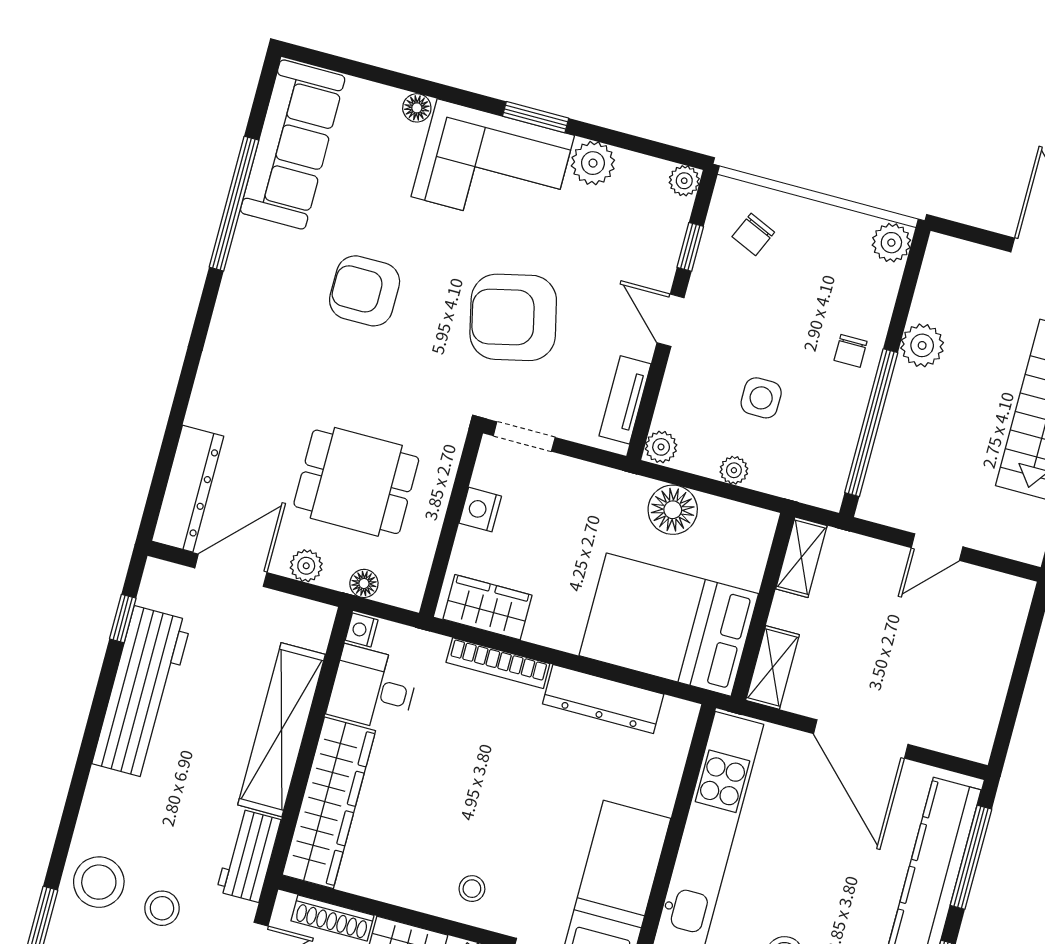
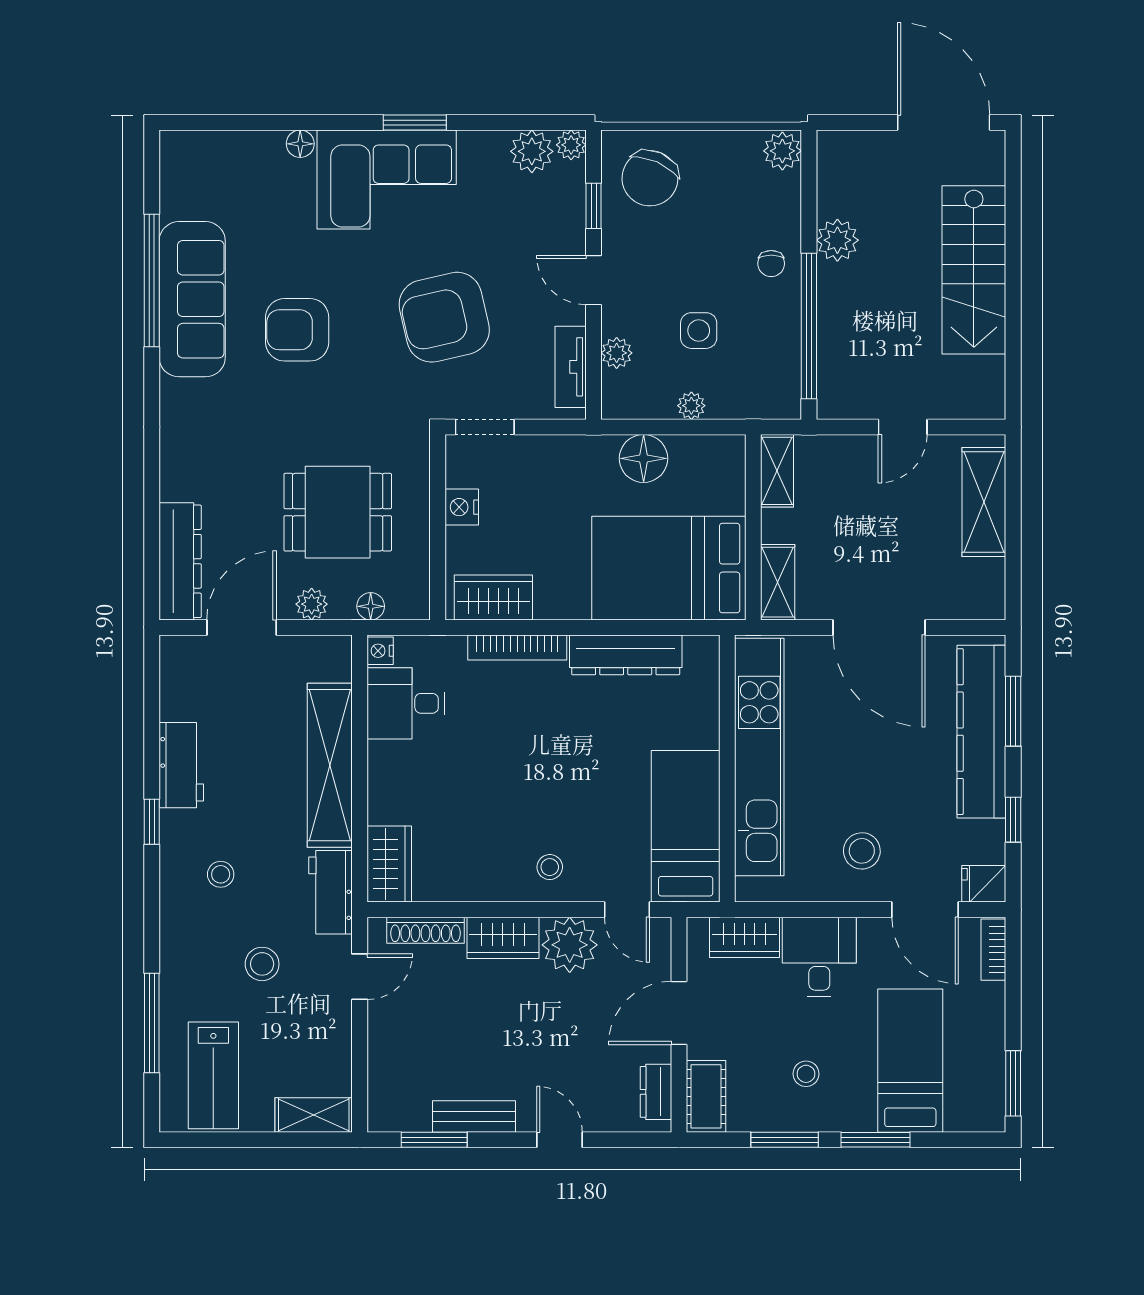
sofa: (293, 144) -> (192, 299), moved
plant: (593, 163) -> (532, 151), moved
chair: (753, 234) -> (650, 178), width x1.87, depth x1.87
plant: (661, 447) -> (617, 353), moved
window: (123, 619) -> (152, 822), moved
shelving: (997, 643) -> (984, 502), added
workbench: (142, 692) -> (181, 765), width x0.53, depth x0.76
wardrobe: (329, 803) -> (389, 864), width x0.48, depth x0.85
window: (971, 857) -> (1013, 711), width x0.69
stool: (99, 882) -> (221, 874), moved, width x0.53, depth x0.53

